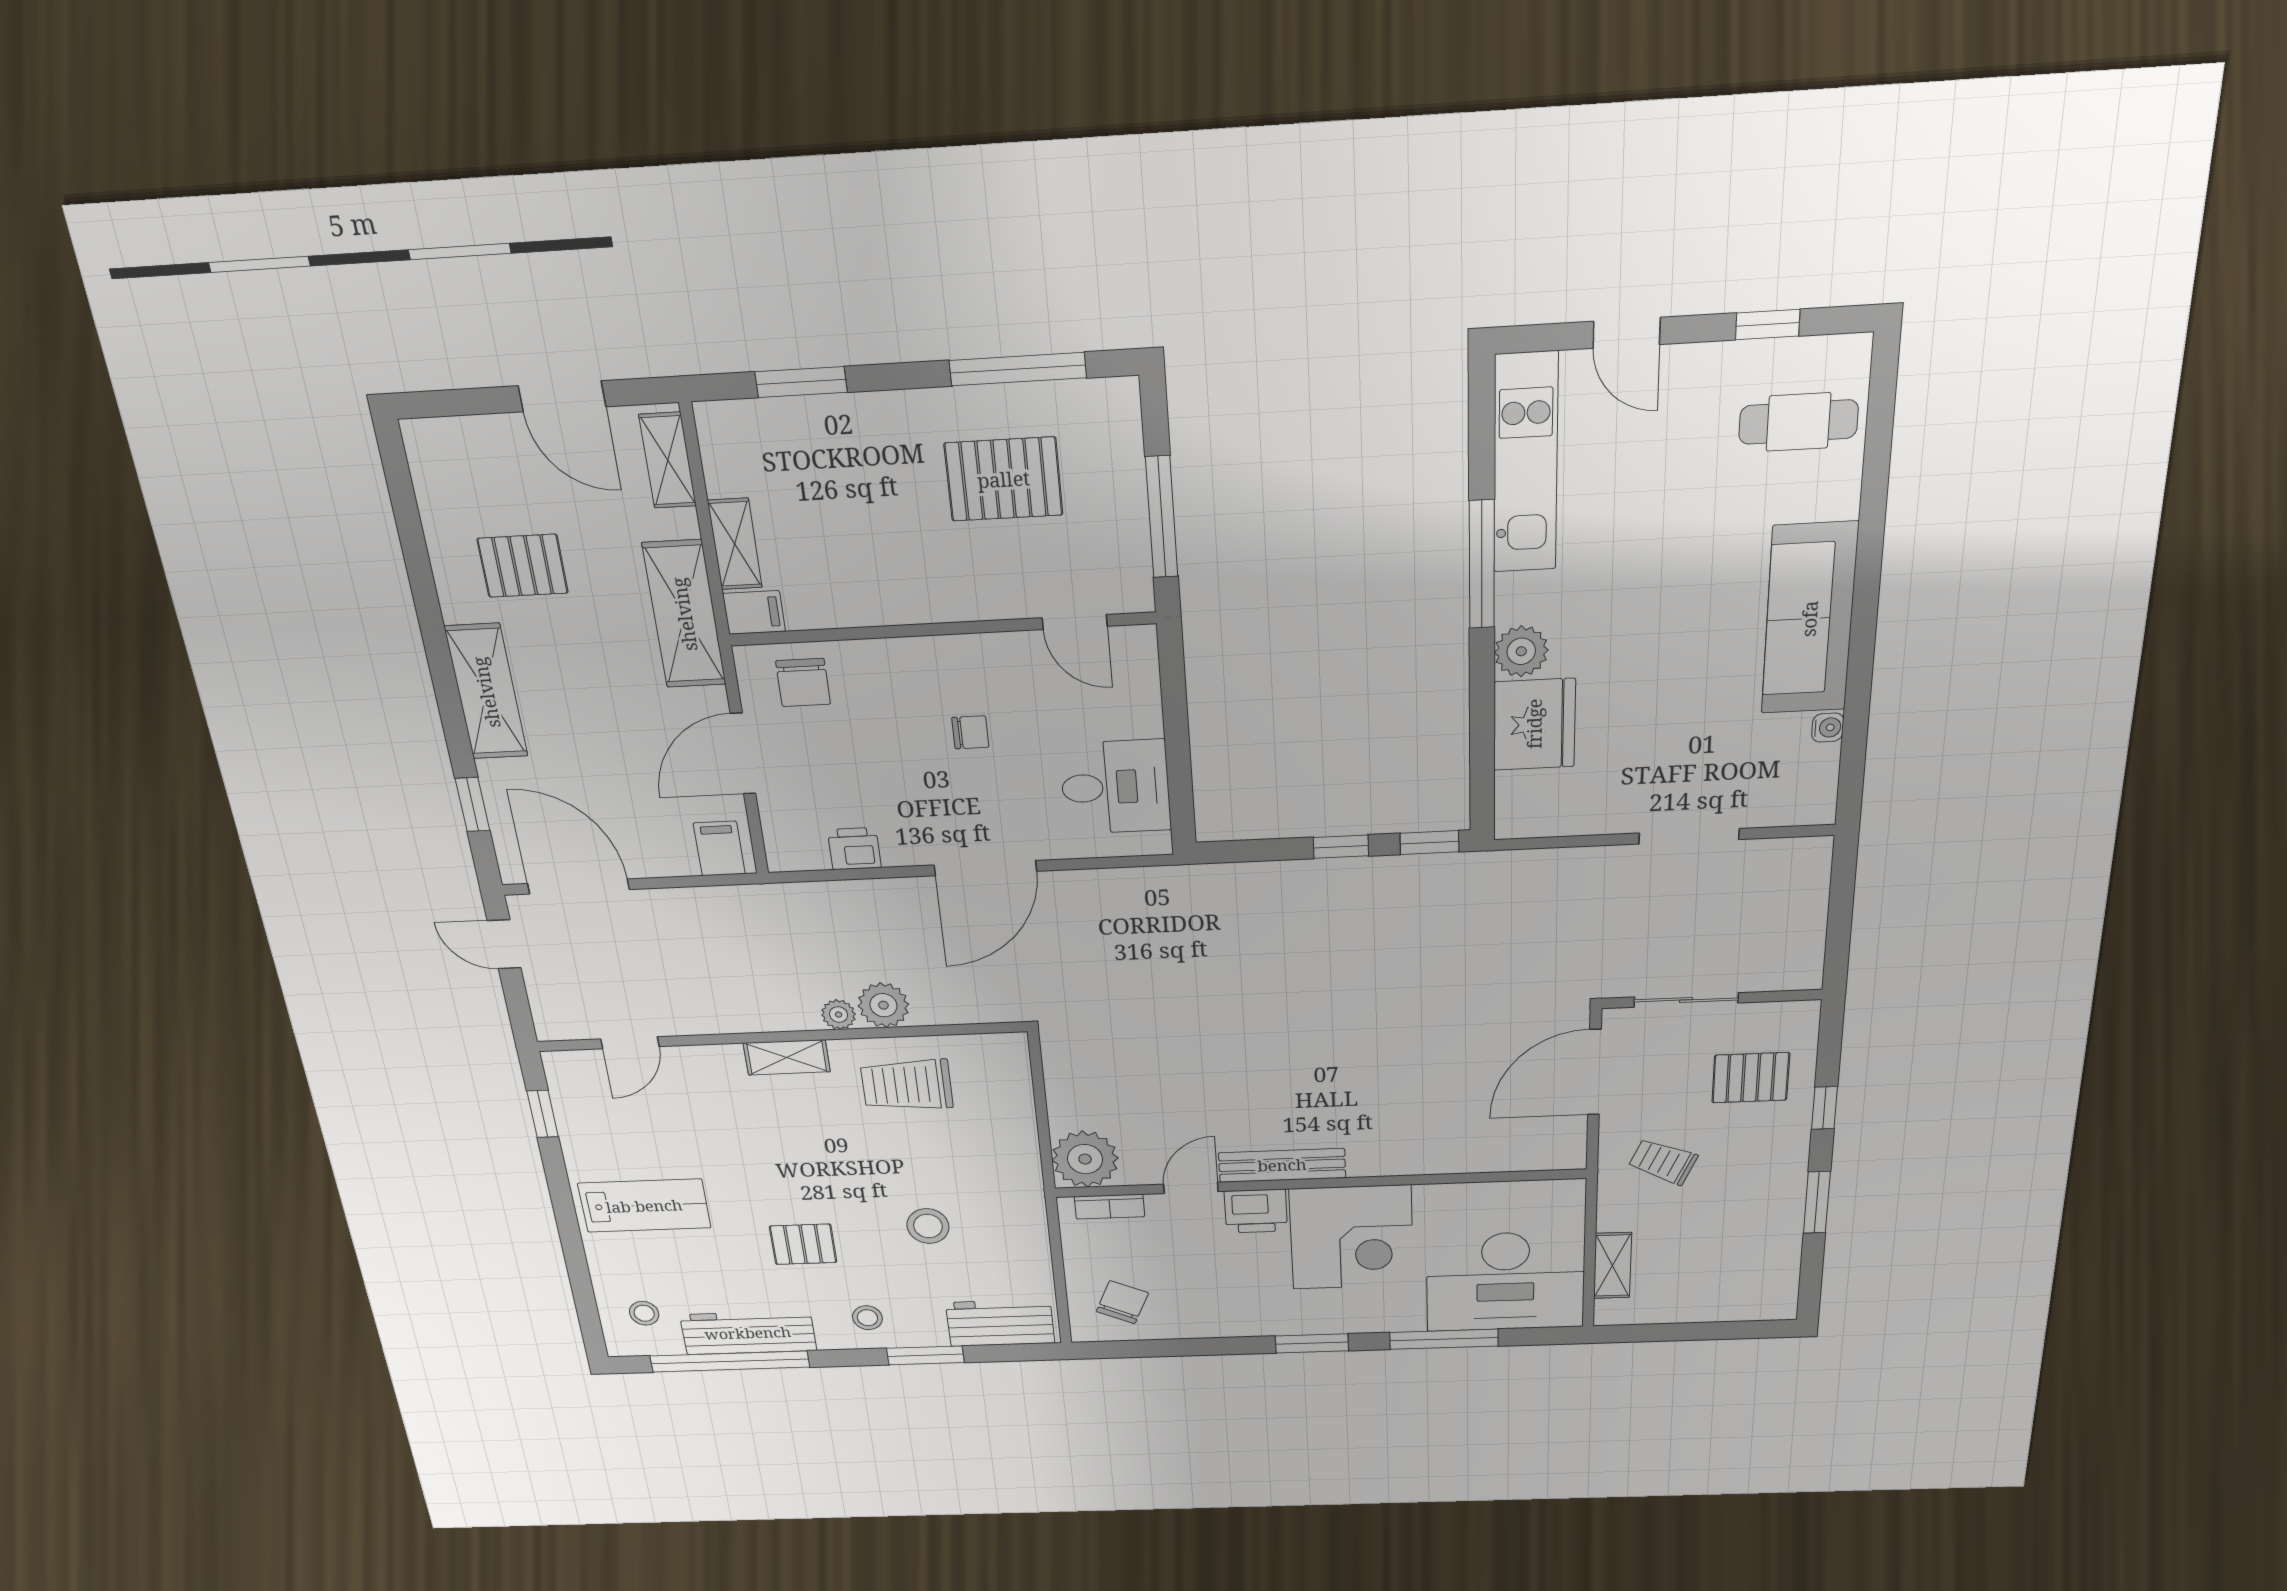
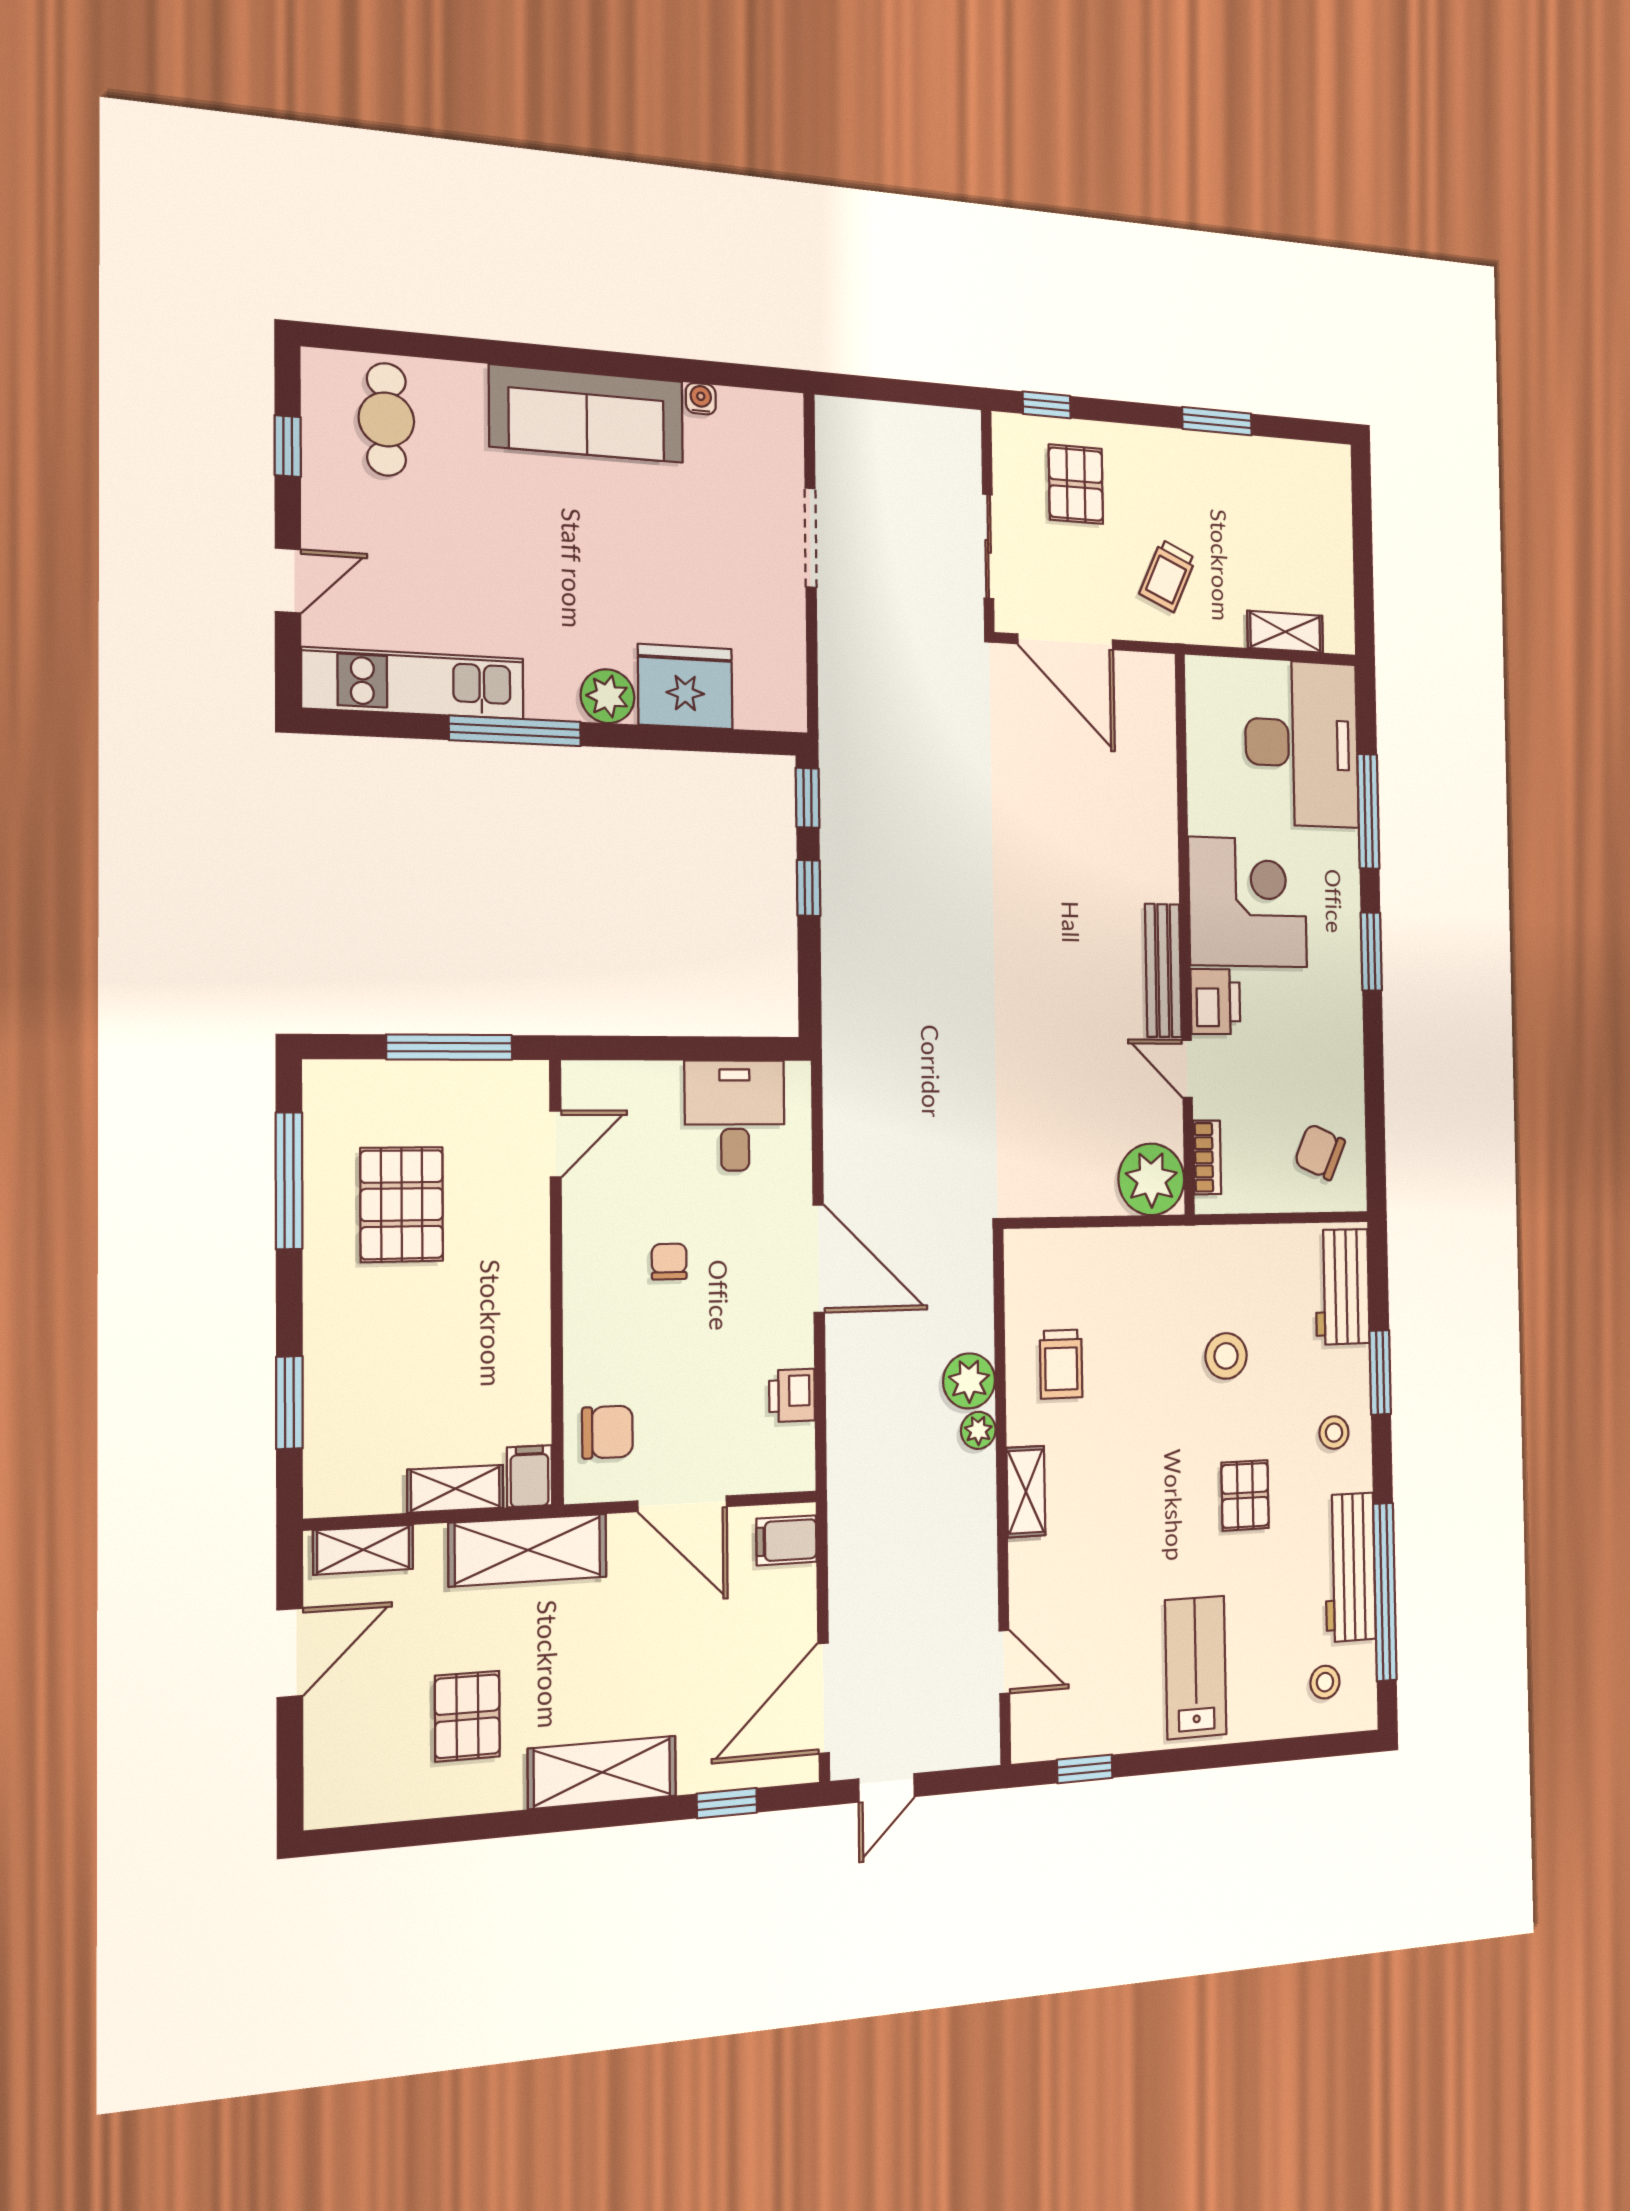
trolley: (907, 1085) -> (1061, 1364), width x0.73, depth x0.72
window: (1824, 1108) -> (1047, 405), moved

